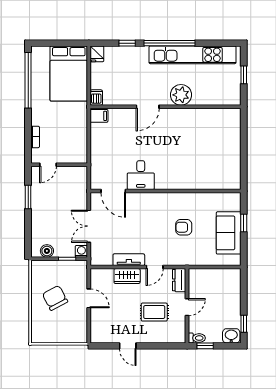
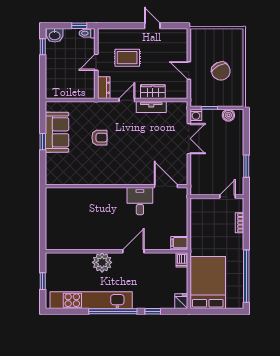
desk: (141, 175) -> (140, 201), moved
door: (113, 191) -> (166, 186), moved
wall: (166, 191) -> (116, 186), moved

